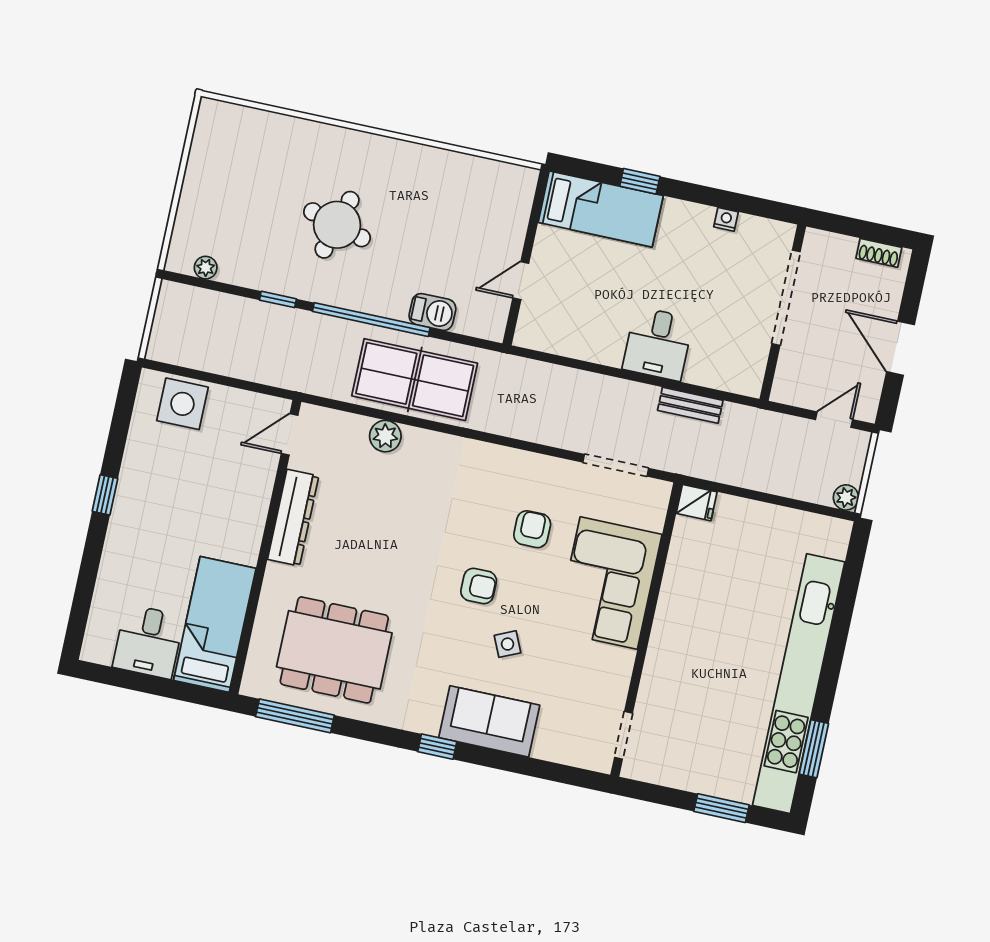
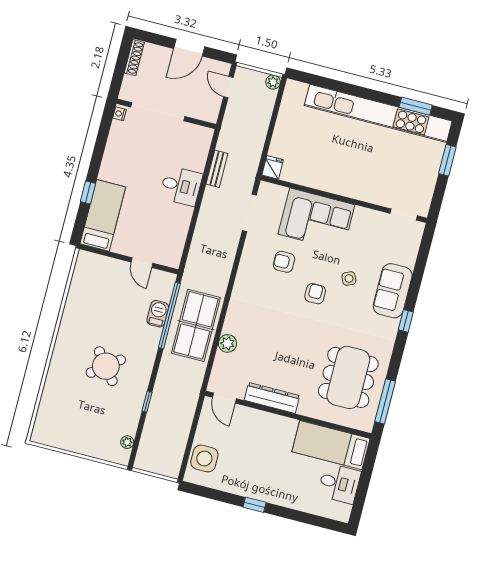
nightstand: (726, 219) -> (120, 114), moved
round table: (337, 225) -> (106, 366), turned 36
shoe rack: (879, 253) -> (134, 58), width x1.43
window: (371, 320) -> (169, 316), moved

